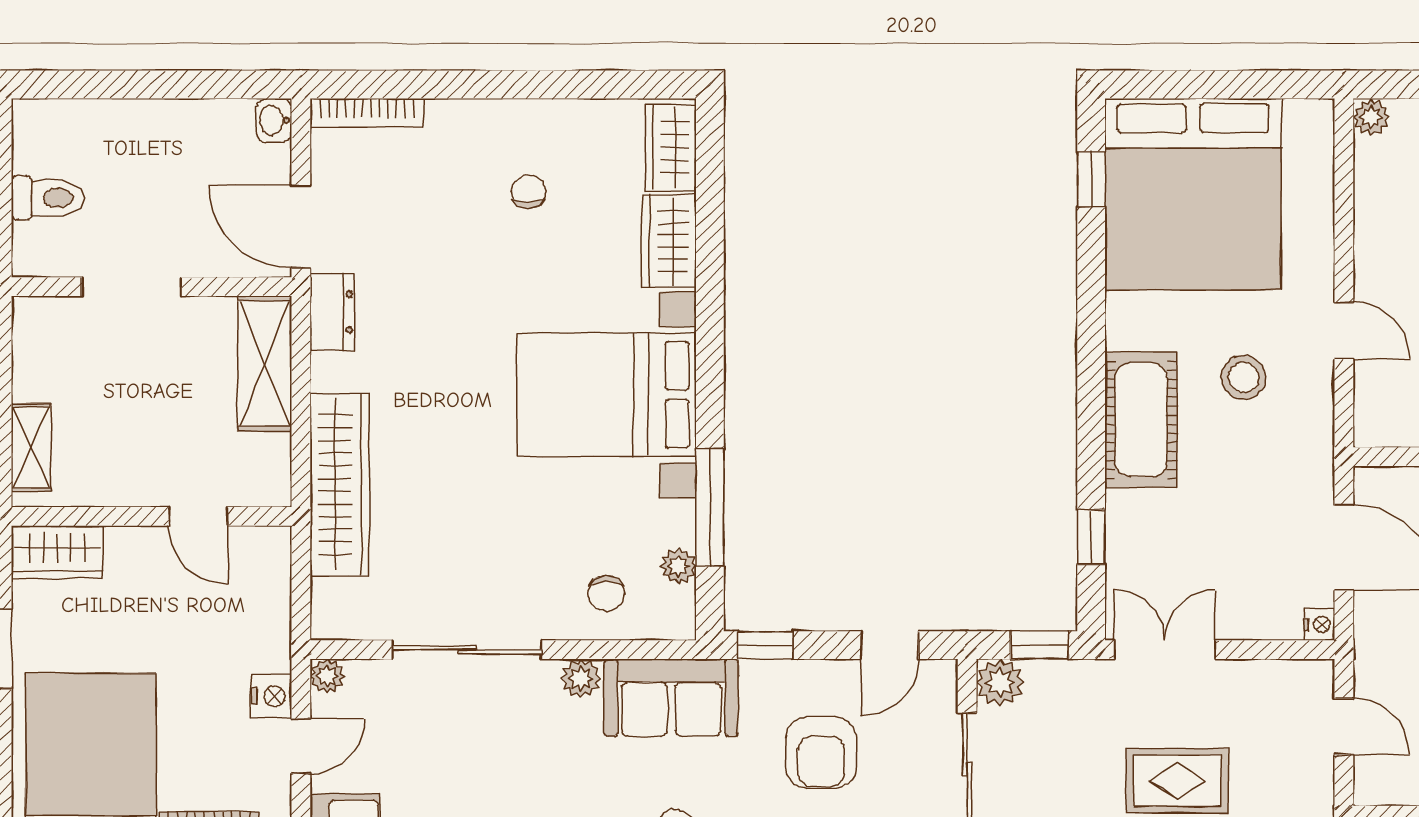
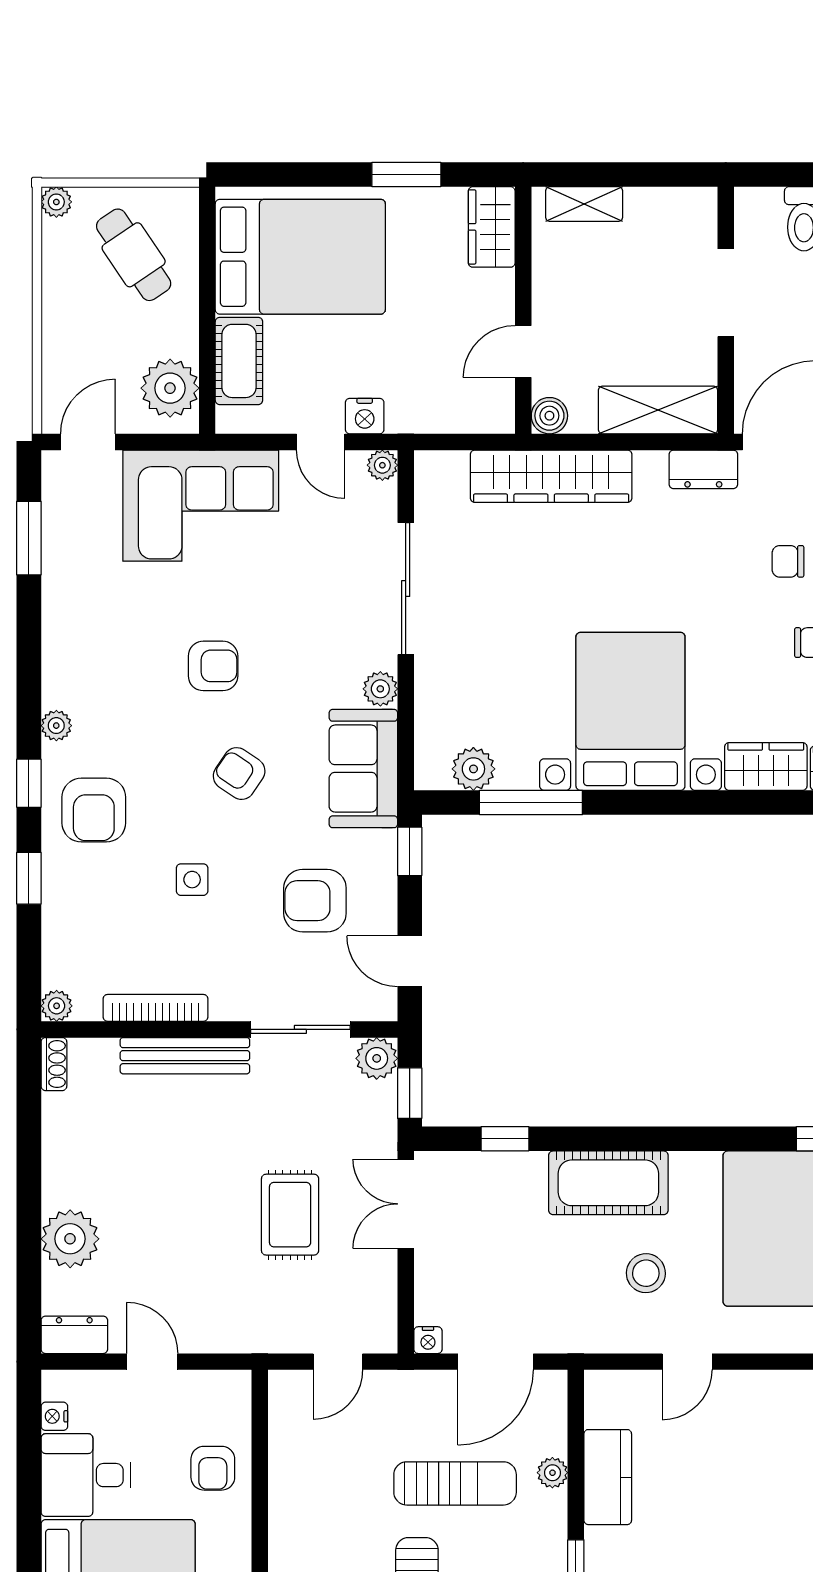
boiler: (271, 487) -> (549, 416), added
plant: (678, 566) -> (473, 769), width x1.38, depth x1.38
chair: (606, 593) -> (788, 561), moved
double door: (1165, 650) -> (406, 1204), swing flipped

